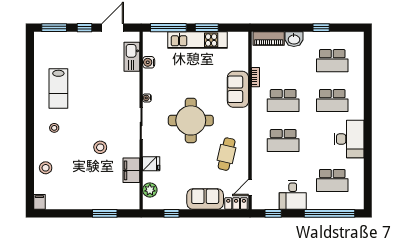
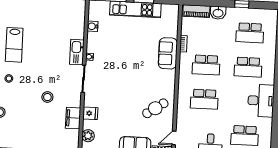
kitchen sink: (132, 57) -> (77, 52), moved
round table: (191, 120) -> (126, 78), removed
cafe table: (227, 154) -> (155, 108), turned 43

